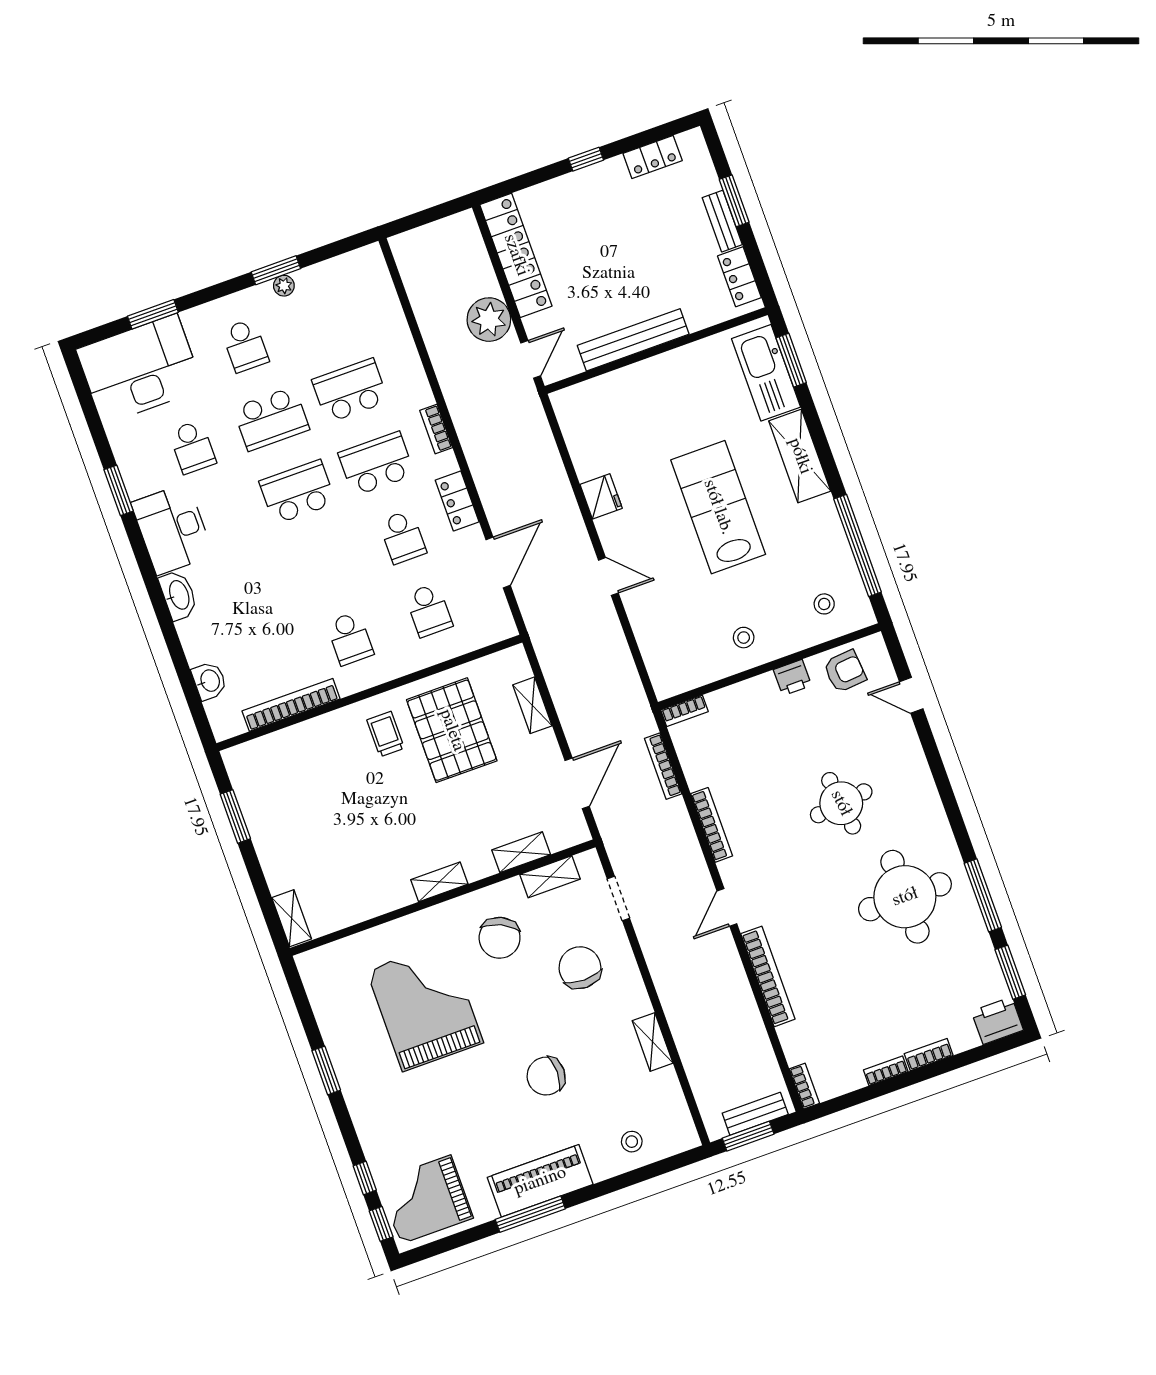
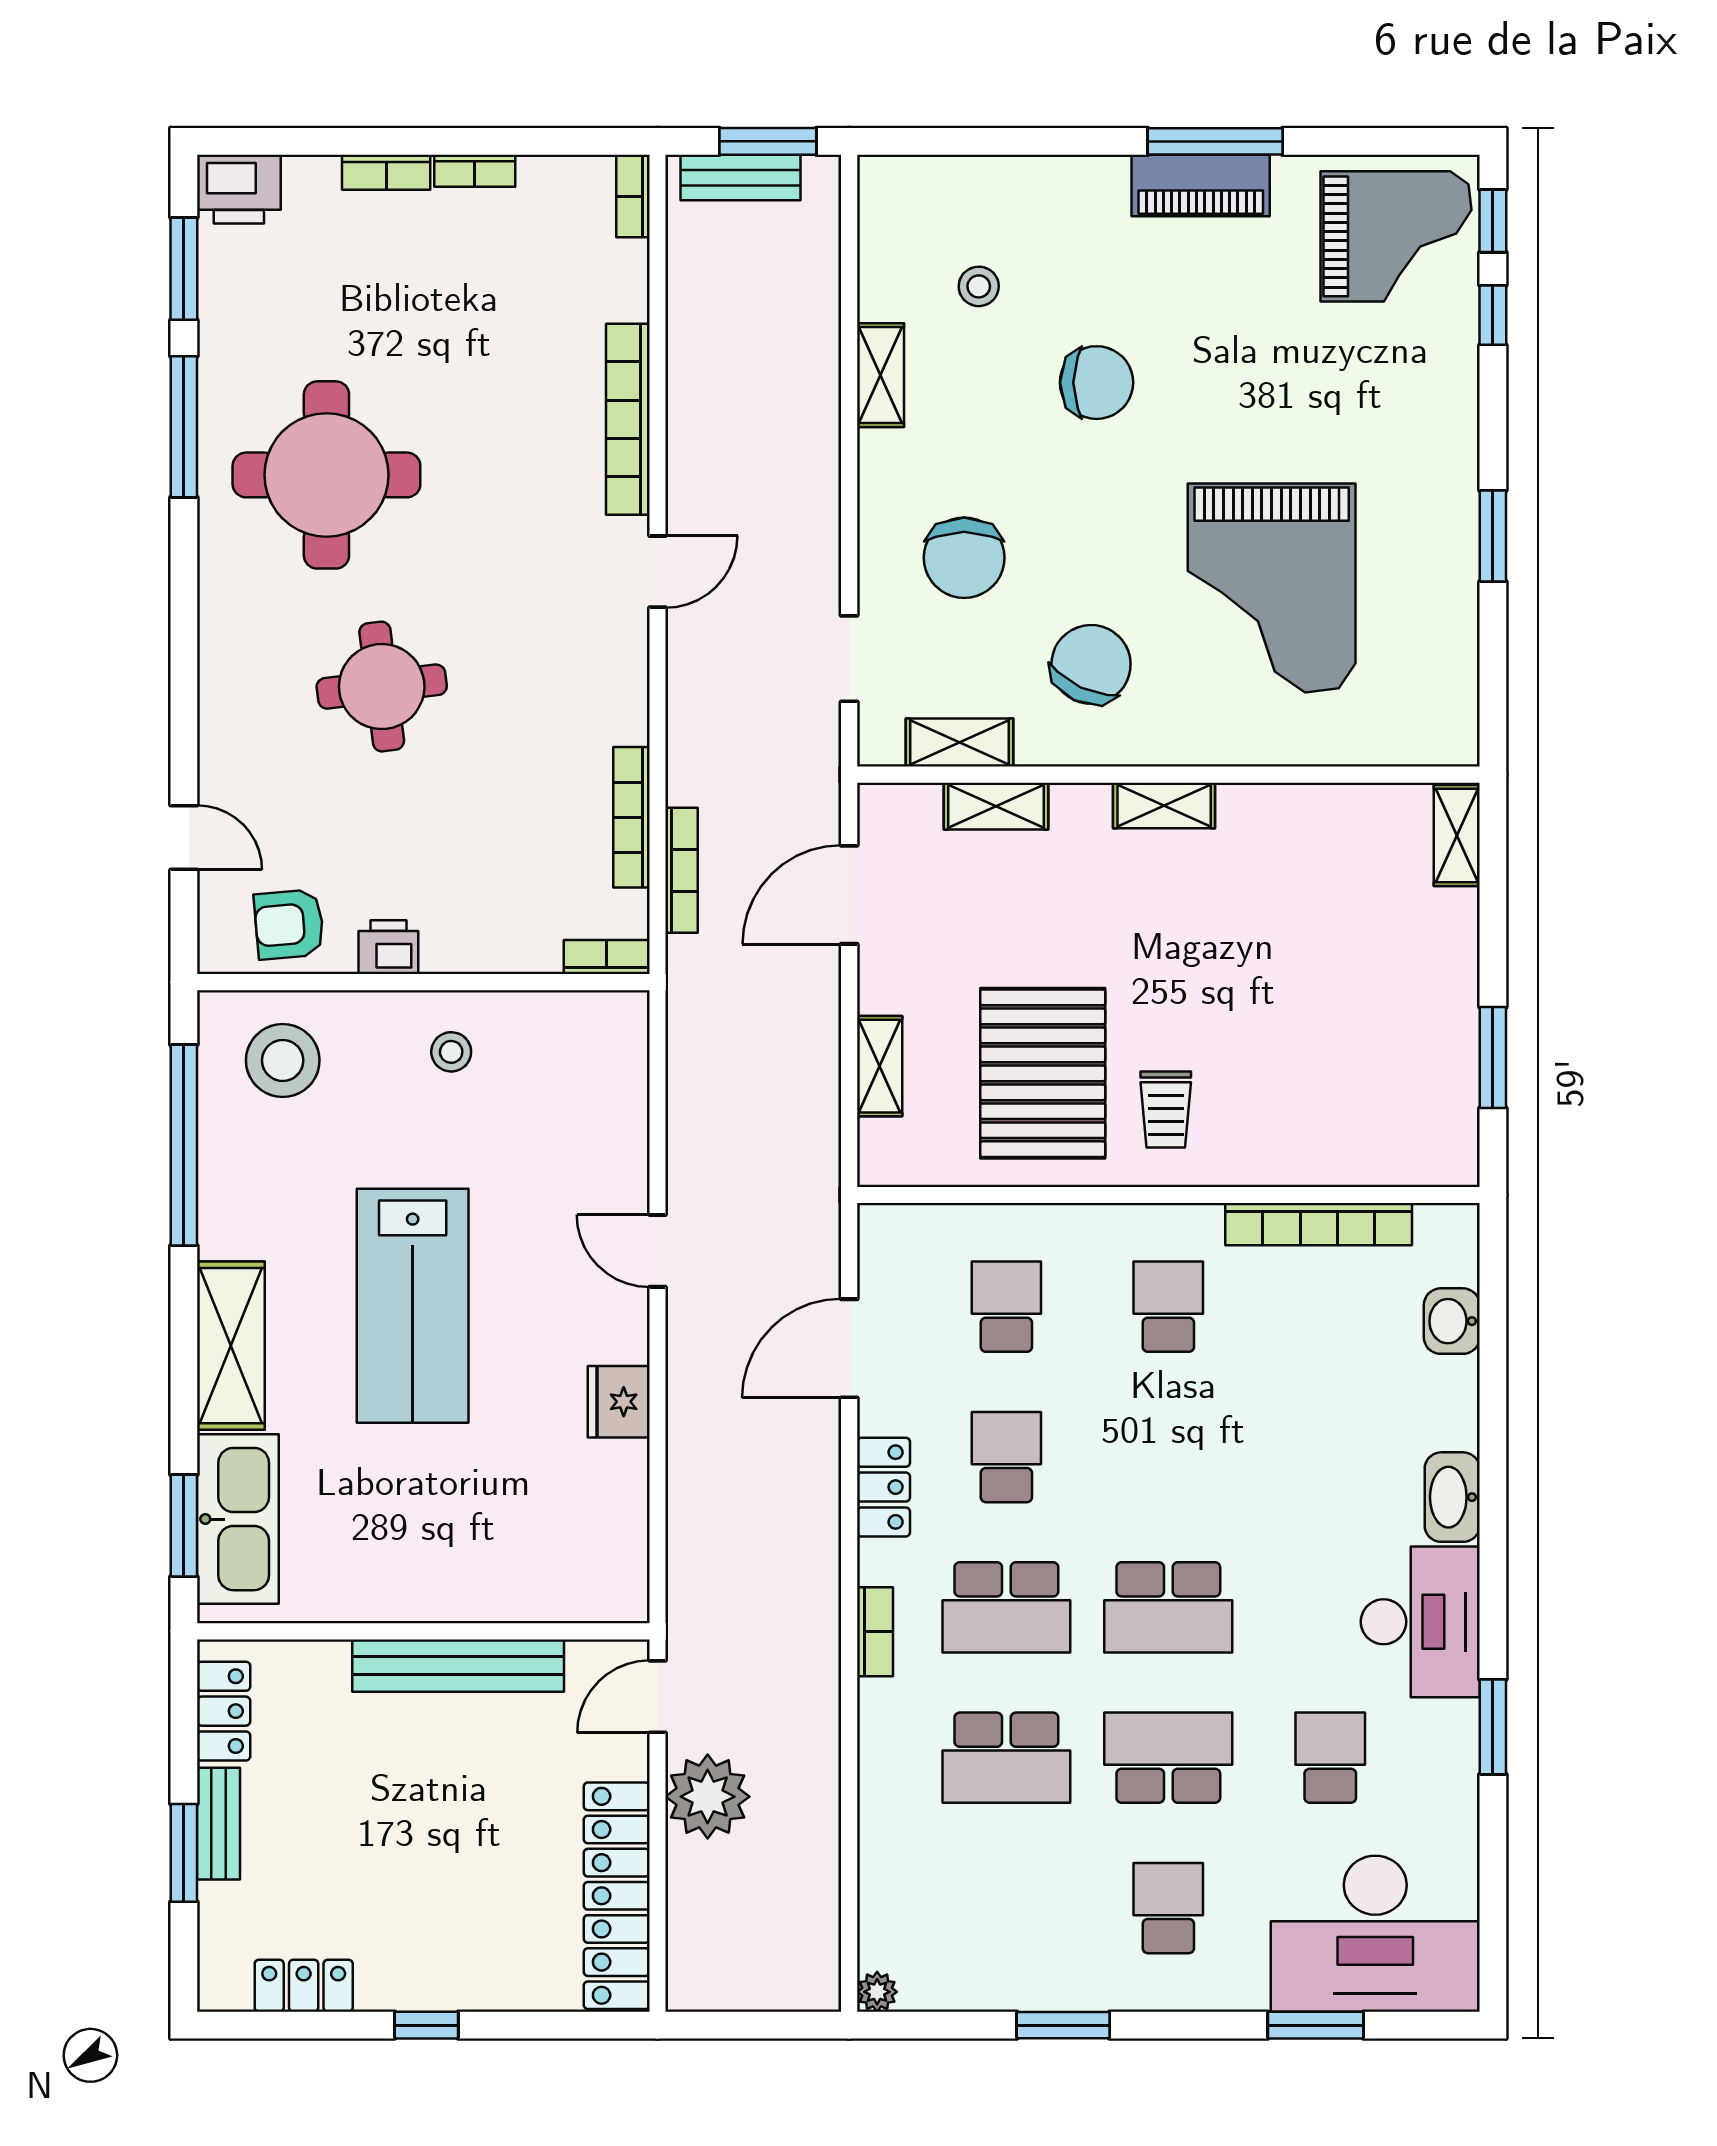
plant: (284, 286) -> (877, 1992), moved
stool: (824, 604) -> (283, 1060), width x1.89, depth x1.89
bookcase: (712, 825) -> (631, 817), moved
stool: (632, 1142) -> (979, 286), moved
piano: (540, 1181) -> (1201, 186), width x0.73, depth x0.75

